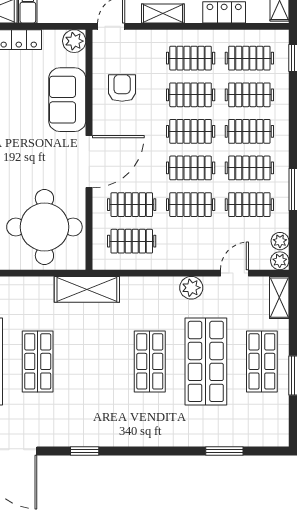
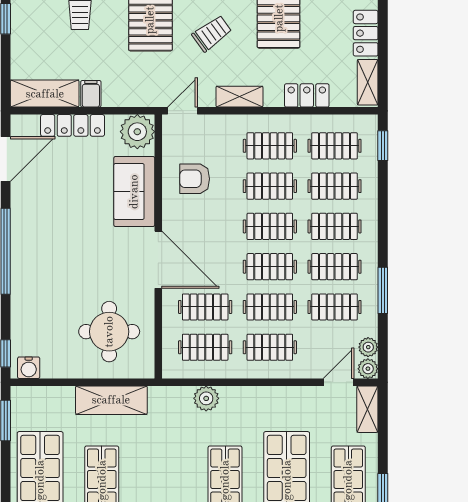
plant: (74, 41) -> (137, 132), width x1.36, depth x1.36
armchair: (122, 88) -> (195, 179), turned -90
door: (89, 162) -> (158, 260), hinge flipped
round table: (44, 227) -> (109, 332), width x0.73, depth x0.73
clothes rail: (191, 241) -> (270, 347), added
door: (235, 273) -> (339, 382), moved
plant: (191, 288) -> (206, 398), moved
shelving: (87, 289) -> (111, 400), moved

